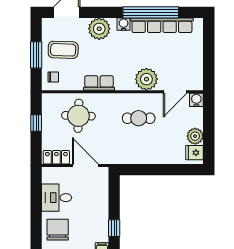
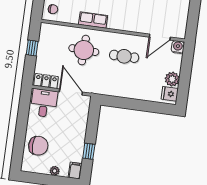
plant: (146, 79) -> (136, 22), removed
round table: (78, 116) -> (84, 50), moved
desk: (57, 198) -> (44, 103), moved, turned 90
chair: (58, 230) -> (38, 146), turned 90

